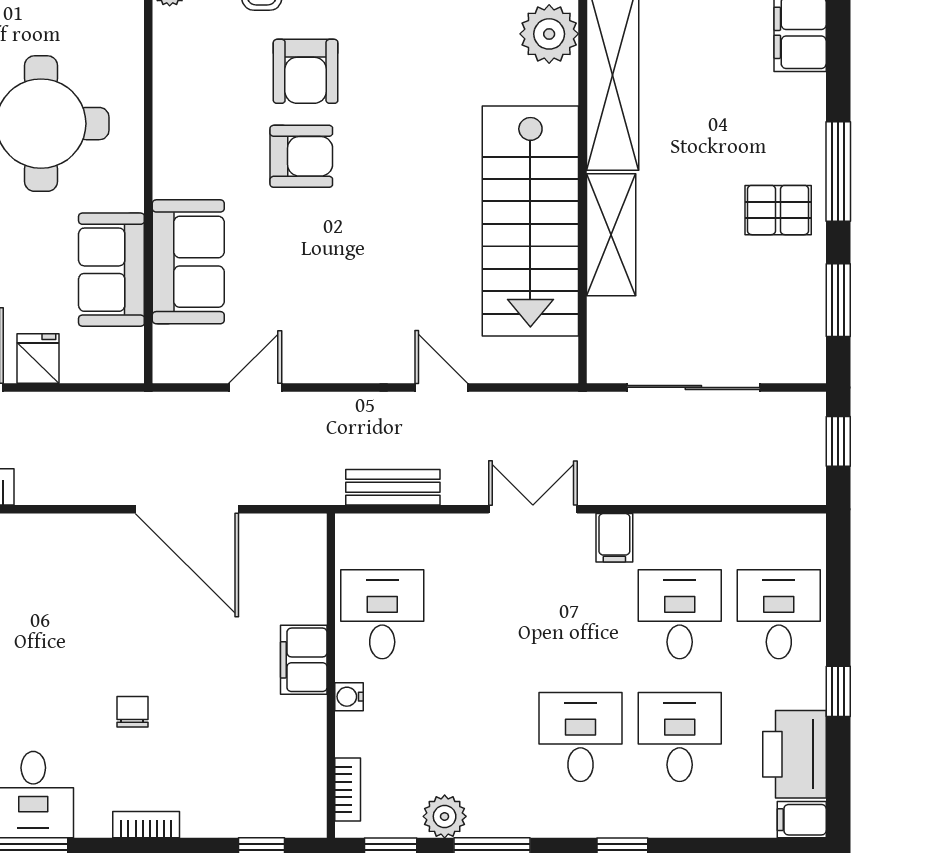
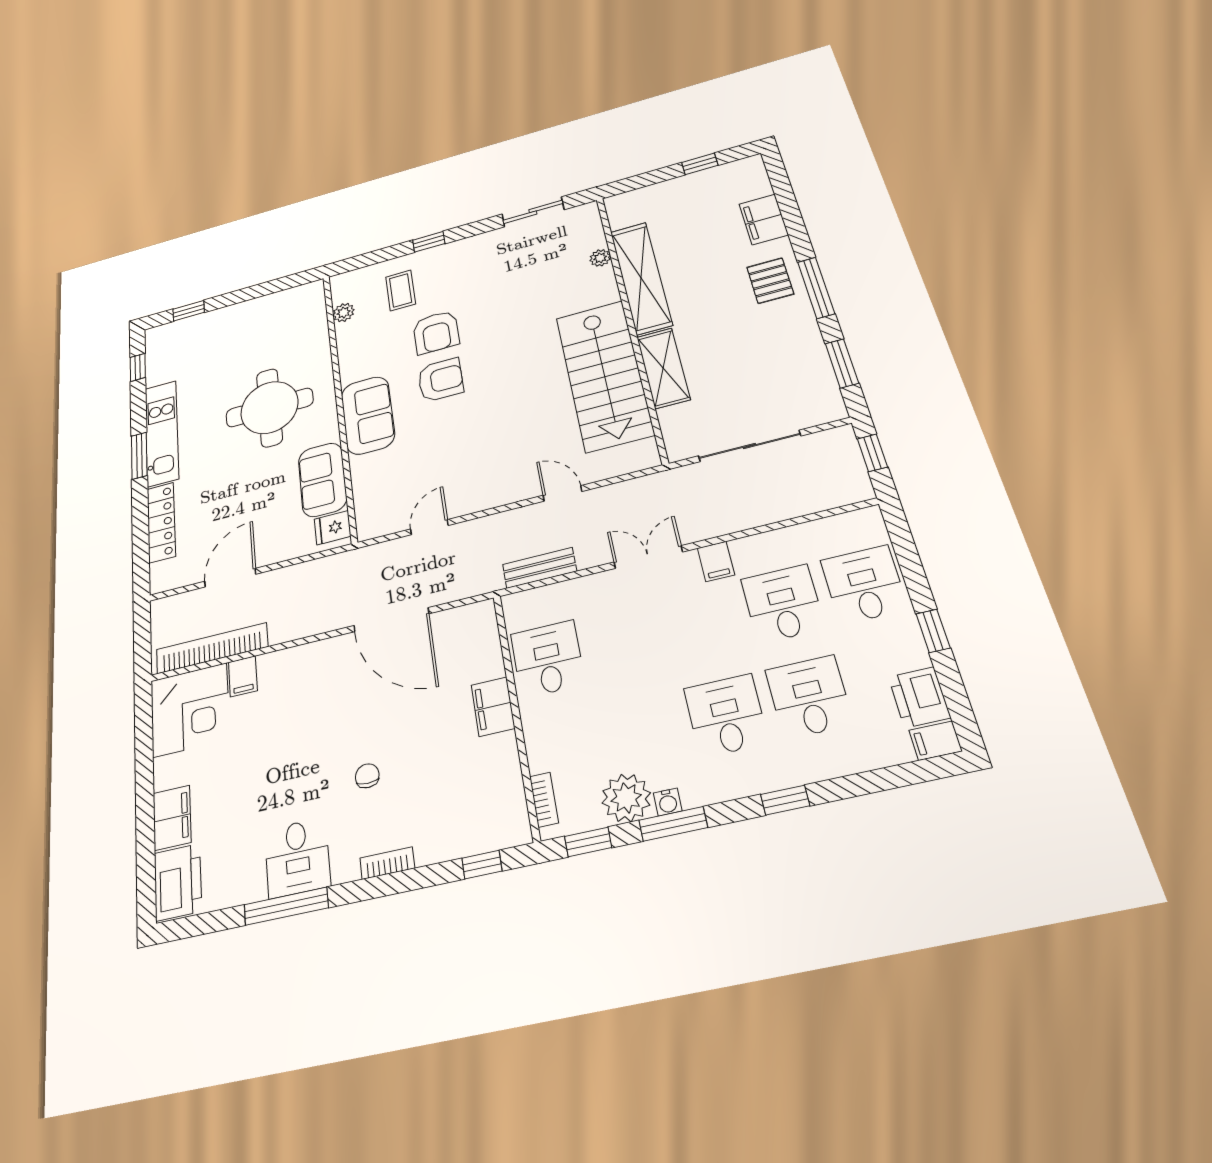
plant: (549, 34) -> (600, 258), width x0.53, depth x0.53
pallet: (778, 210) -> (770, 281), moved, turned 90
sofa: (188, 262) -> (368, 415), moved
fridge: (38, 359) -> (333, 528), moved, turned -90
water cooler: (349, 697) -> (668, 802), moved, turned -90
printer: (794, 754) -> (919, 697), width x0.73, depth x0.84
plant: (445, 816) -> (626, 798), width x1.36, depth x1.36

